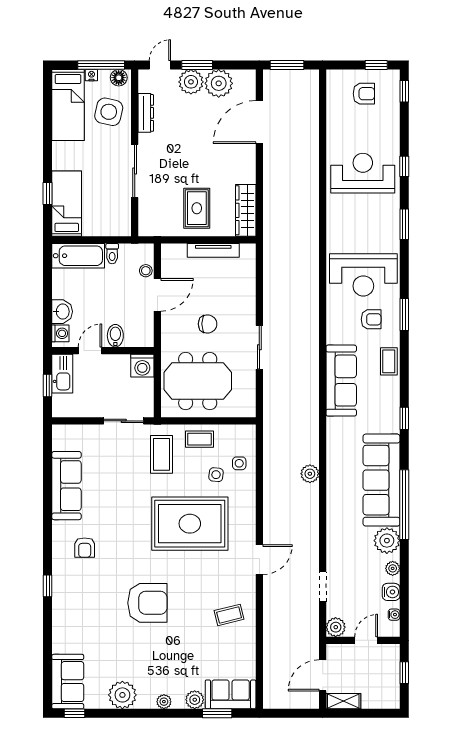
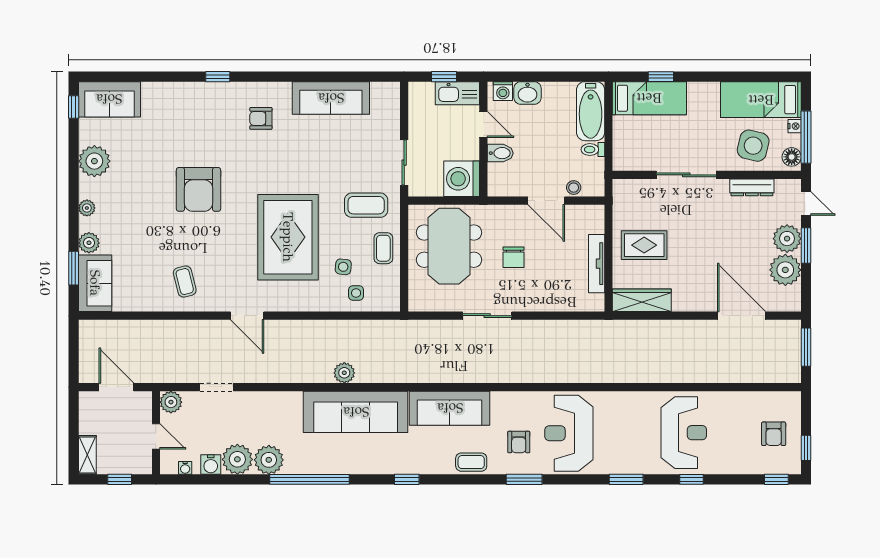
washing machine: (142, 366) -> (462, 179), width x1.37, depth x1.37
sofa: (382, 480) -> (356, 412), moved, turned 180
plant: (393, 568) -> (237, 459), width x1.88, depth x1.88
shelving: (343, 701) -> (87, 455), moved

